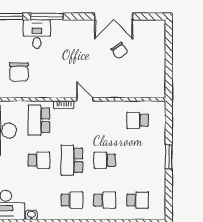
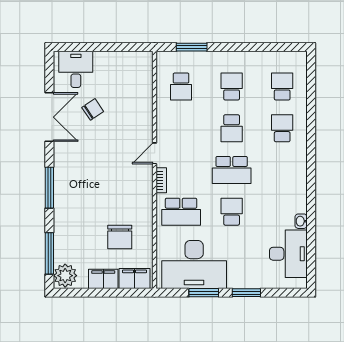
window: (47, 16) -> (49, 188), moved
desk: (37, 34) -> (76, 69), moved, turned 90
chair: (19, 72) -> (120, 237), turned 90
window: (169, 157) -> (192, 47), moved
school desk: (72, 200) -> (232, 87), moved

